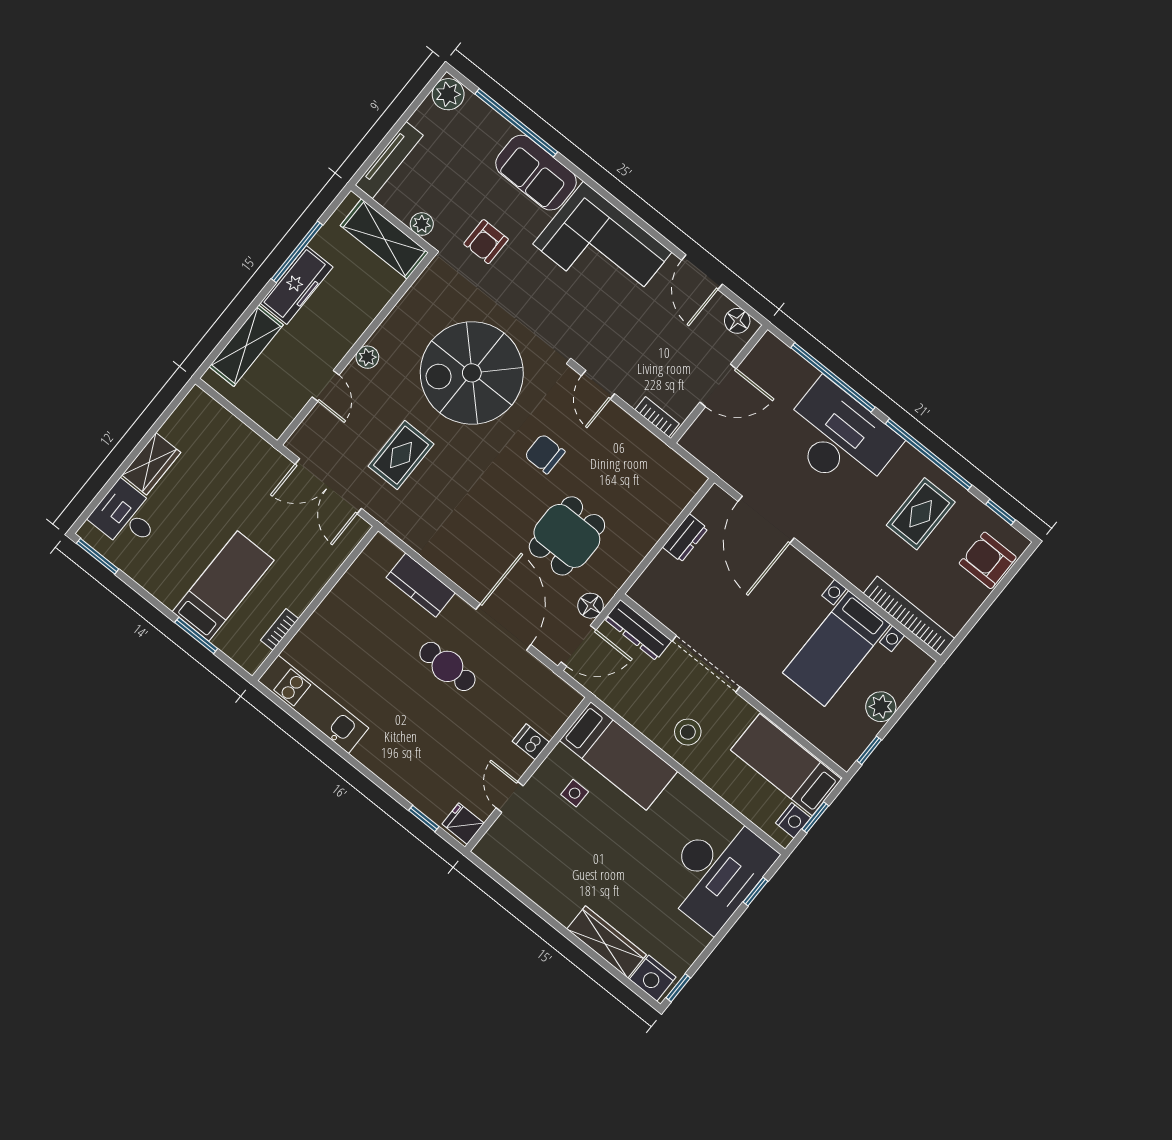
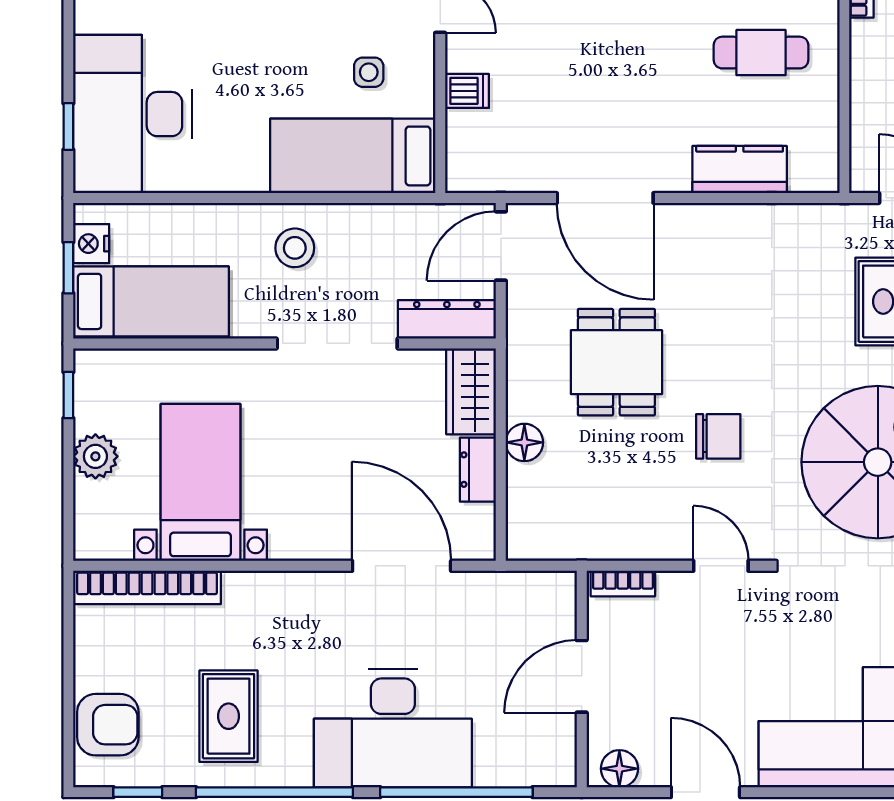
wardrobe: (656, 582) -> (471, 391), added
floor lamp: (591, 606) -> (524, 442), moved
cafe table: (447, 666) -> (761, 53), moved

